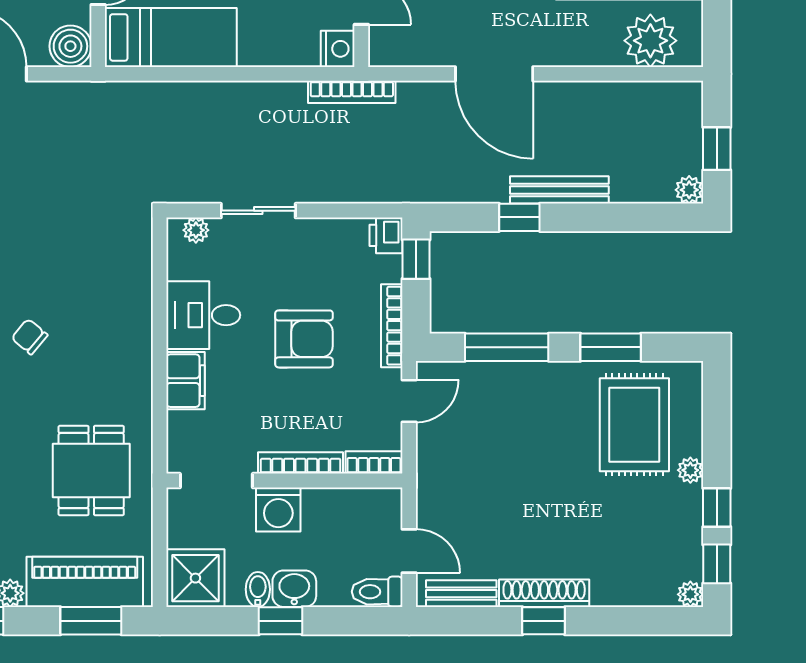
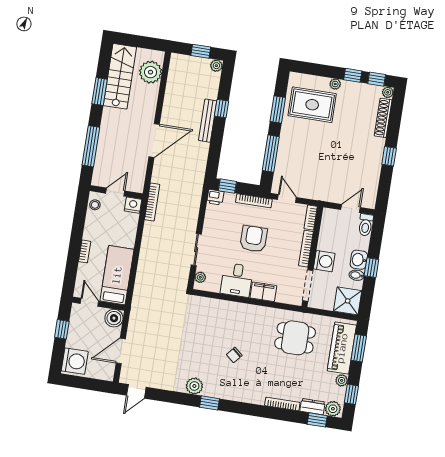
window: (519, 217) -> (222, 109), moved
shoe rack: (544, 593) -> (383, 118), moved
bench: (461, 594) -> (372, 189), removed

